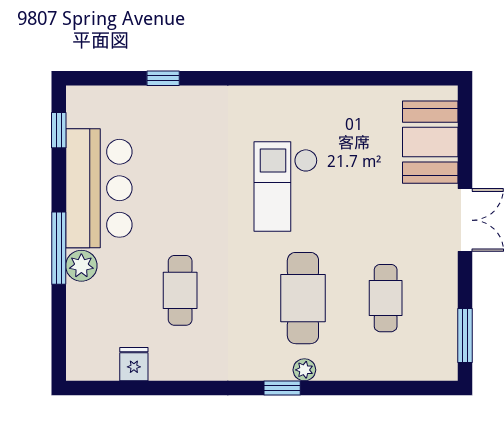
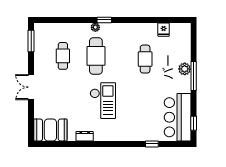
dresser: (331, 97) -> (85, 136), added
booth: (430, 142) -> (50, 130), moved, turned 90
bar counter: (99, 188) -> (178, 117), moved

